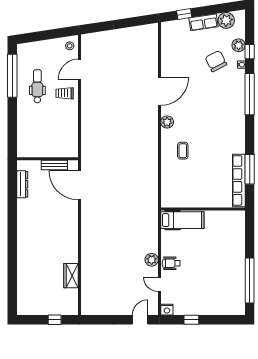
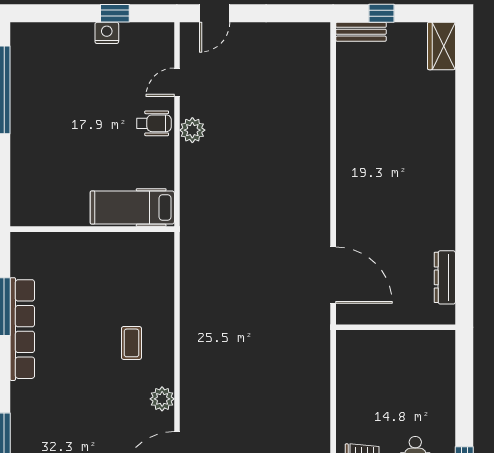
bench: (54, 165) -> (361, 32), moved
row of seats: (239, 180) -> (22, 329), moved
wardrobe: (71, 276) -> (442, 46), moved, turned 180
door: (160, 284) -> (177, 82), swing flipped
nightstand: (167, 310) -> (107, 33), moved

